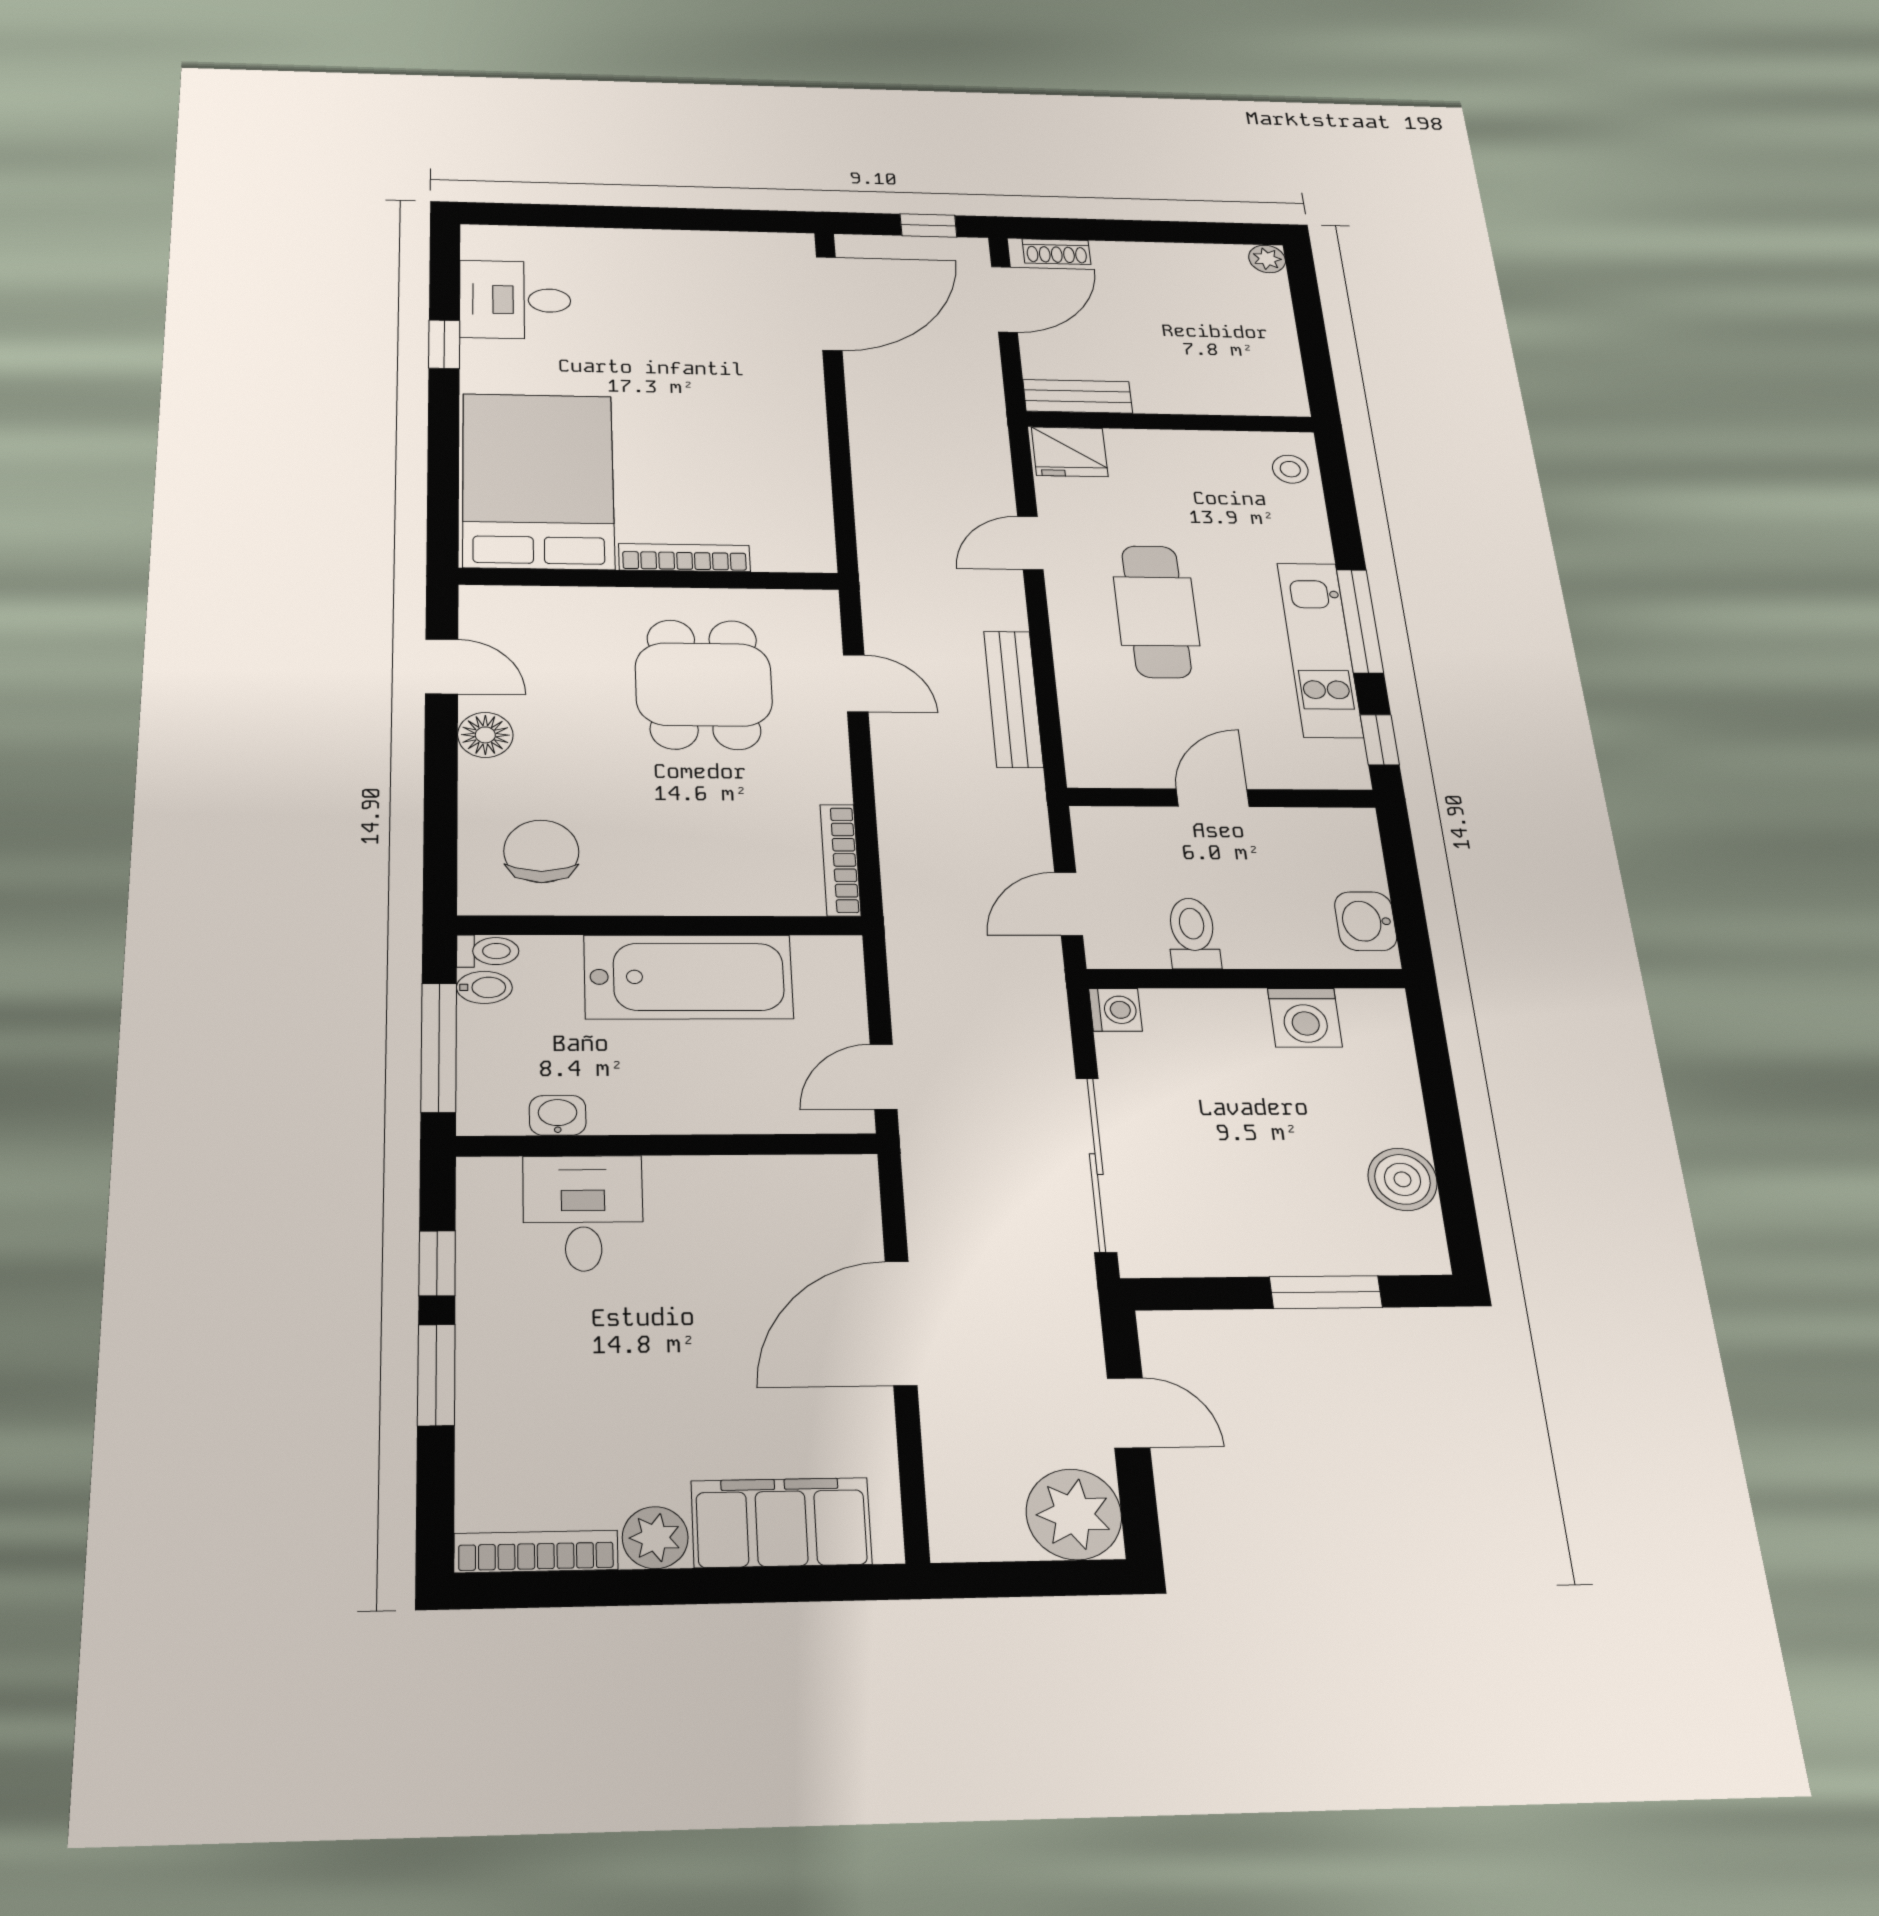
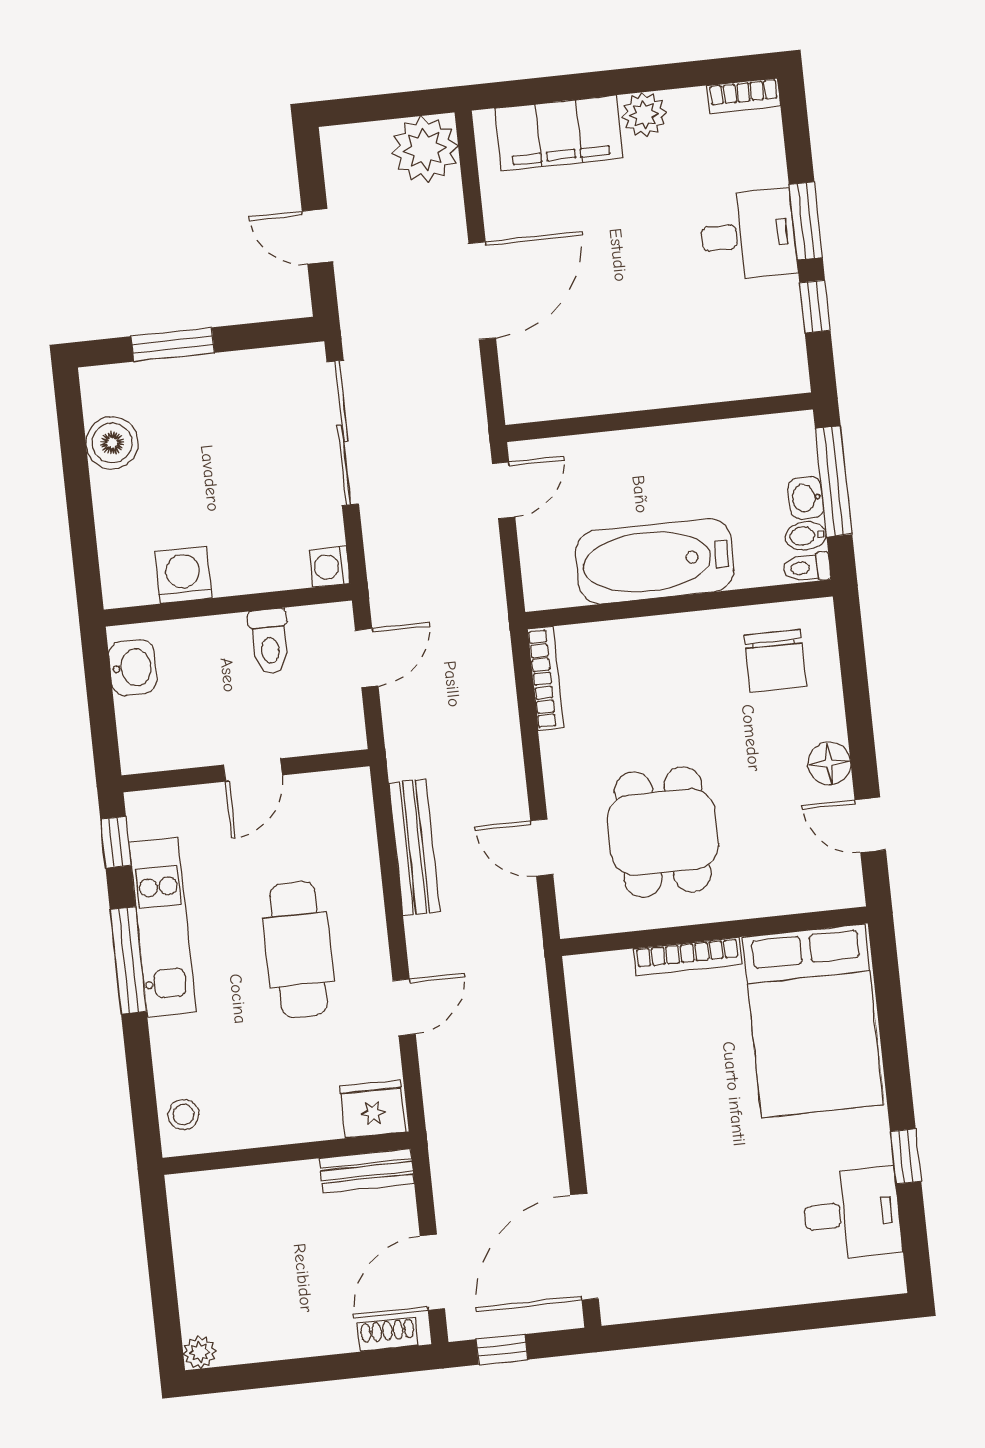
washbasin: (558, 1115) -> (806, 498), moved, turned 90
desk: (583, 1213) -> (748, 235), moved, turned -90
plant: (1074, 1514) -> (425, 149), moved
bookcase: (536, 1552) -> (744, 96), width x0.64

